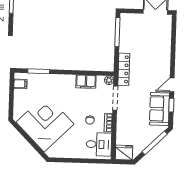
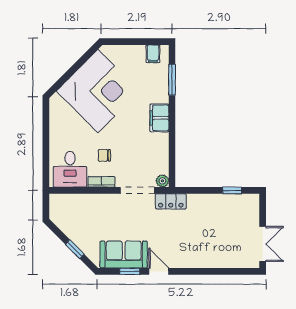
window: (117, 32) -> (232, 190), width x0.46
locker: (124, 69) -> (171, 201), width x0.66
filing cabinet: (86, 82) -> (159, 118), moved
window: (155, 143) -> (75, 249), width x0.46
fridge: (124, 153) -> (59, 206), removed

